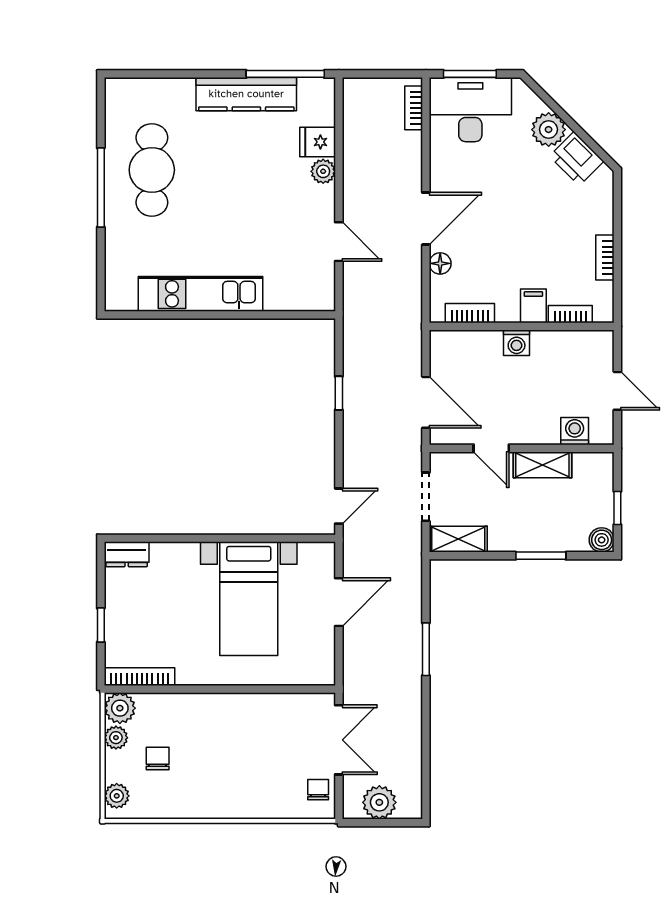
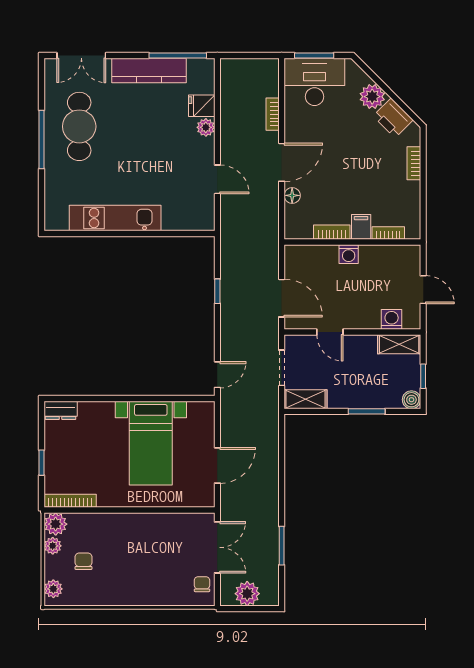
double door: (155, 74) -> (81, 56), added
bookcase: (414, 108) -> (273, 114), moved
bookcase: (605, 257) -> (414, 163), moved
bookcase: (470, 313) -> (332, 232), moved
shelving: (542, 465) -> (399, 344), moved
door: (339, 602) -> (217, 465), moved
window: (426, 649) -> (282, 546), moved

